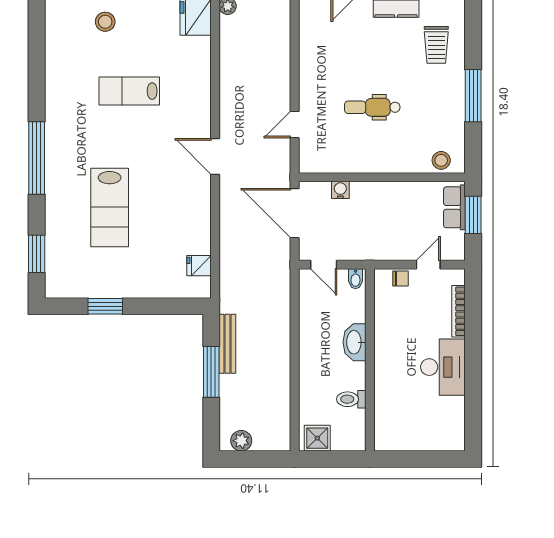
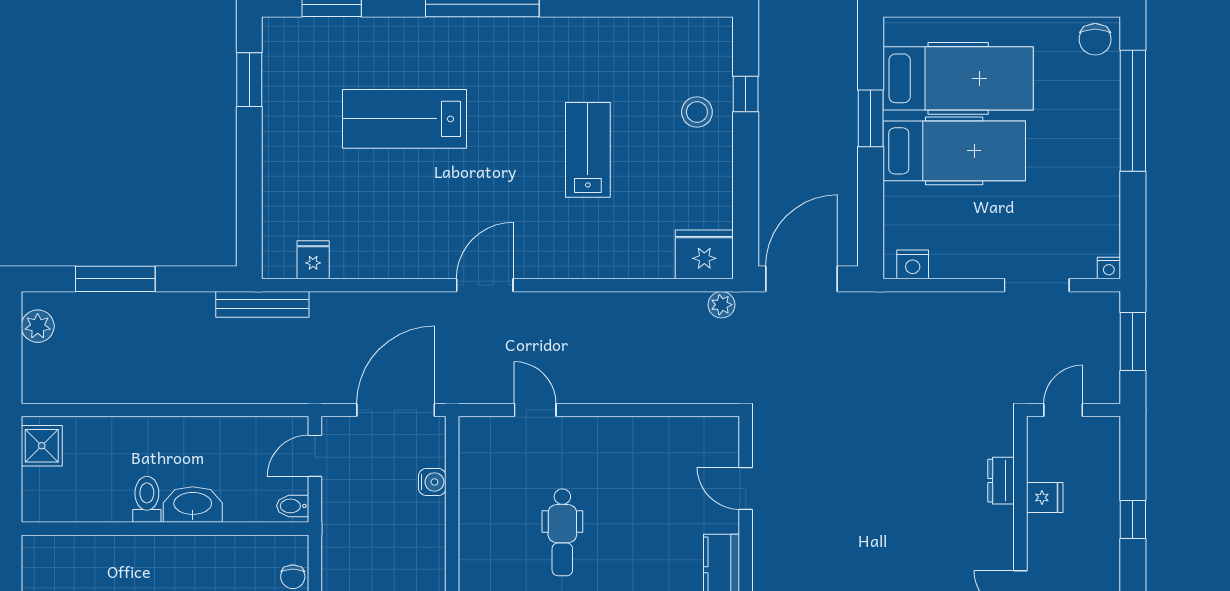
dental chair: (372, 107) -> (562, 532), turned 180
window: (105, 306) -> (249, 80), moved
bench: (227, 344) -> (262, 304), moved
window: (211, 372) -> (115, 279), moved
toilet: (351, 399) -> (147, 499), moved

